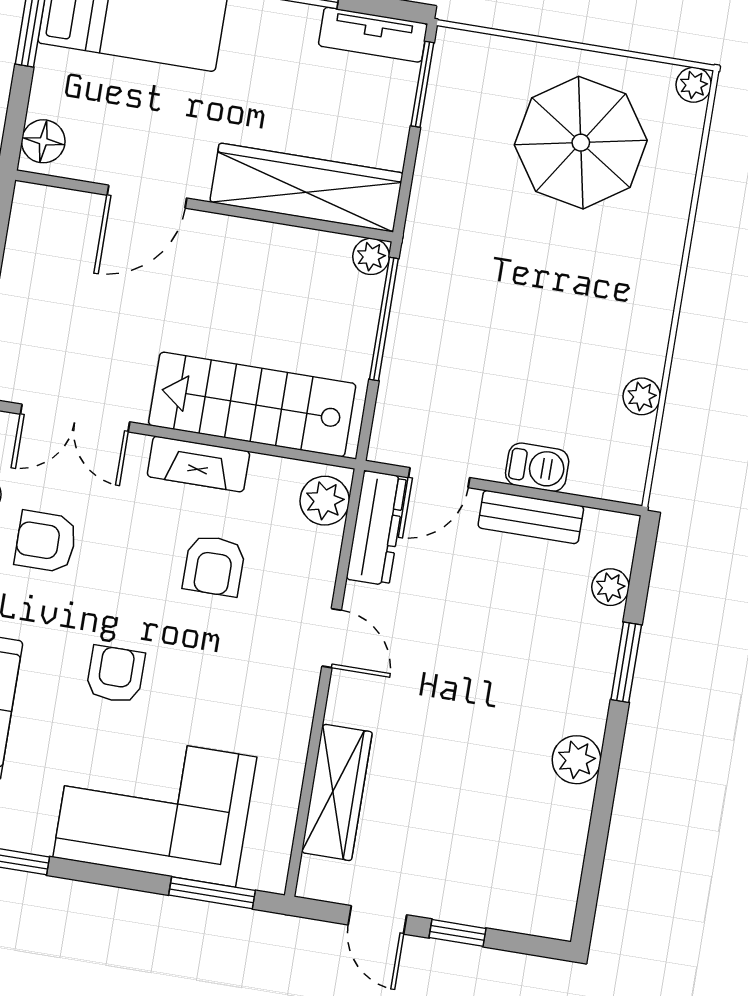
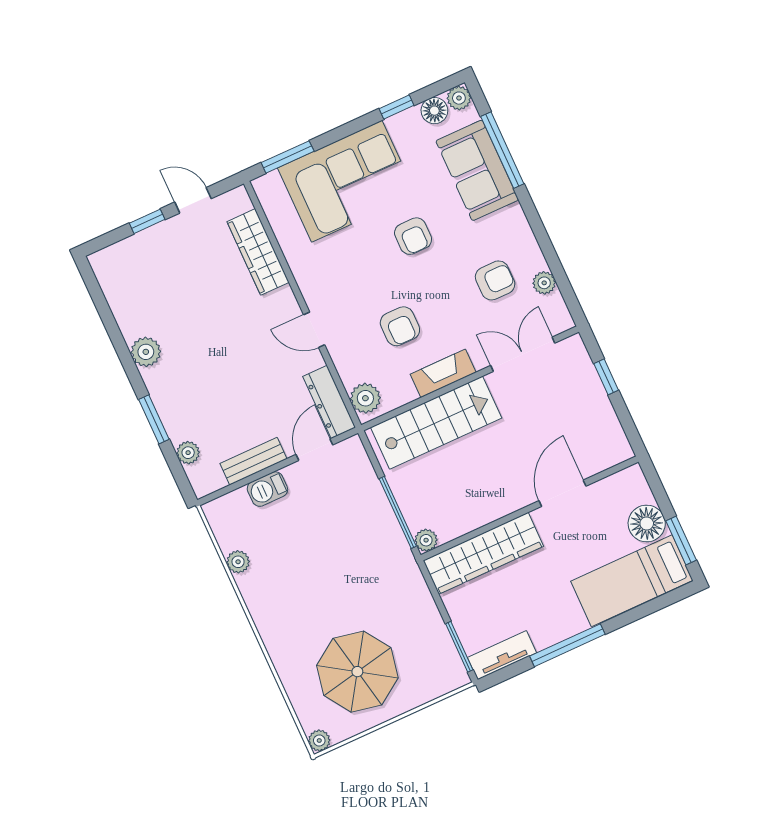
floor lamp: (43, 141) -> (647, 523), moved, width x1.38, depth x1.38
armchair: (214, 566) -> (400, 326), turned 180

